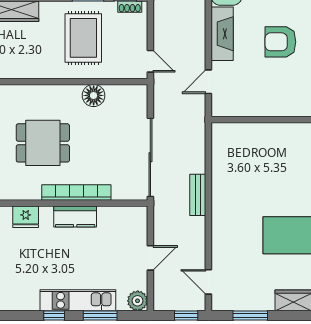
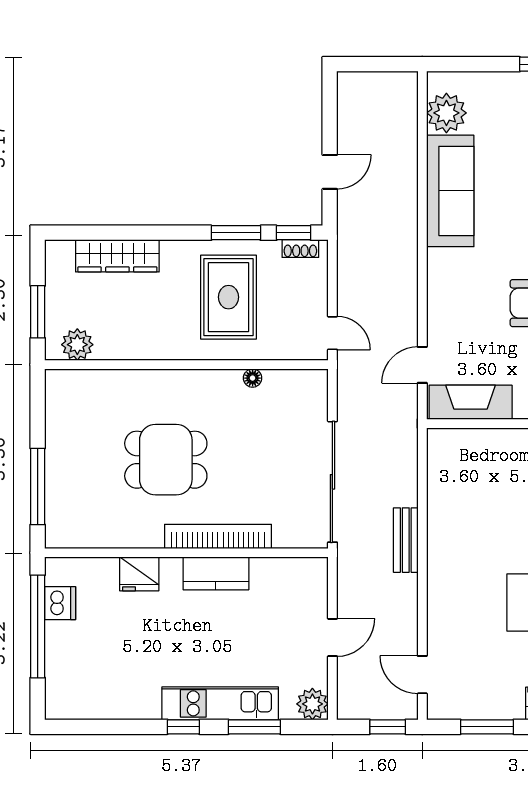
fireplace: (222, 34) -> (471, 402), moved, turned -90
floor lamp: (94, 95) -> (253, 378), width x0.53, depth x0.53

